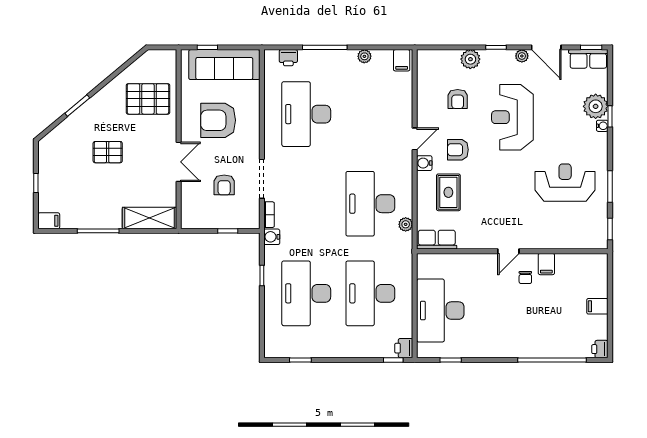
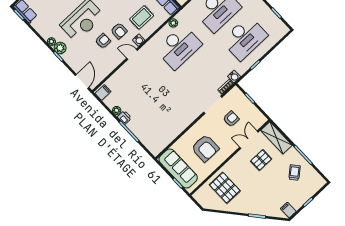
door: (546, 47) -> (82, 81), moved
printer: (288, 58) -> (124, 117), moved
plant: (470, 59) -> (60, 48), moved
armchair: (458, 99) -> (103, 41), moved
desk: (306, 114) -> (166, 112), removed
pallet: (108, 152) -> (261, 160), moved, turned 90
double door: (179, 162) -> (249, 140), moved
trolley: (87, 200) -> (294, 173), added
filing cabinet: (49, 221) -> (288, 210), moved

